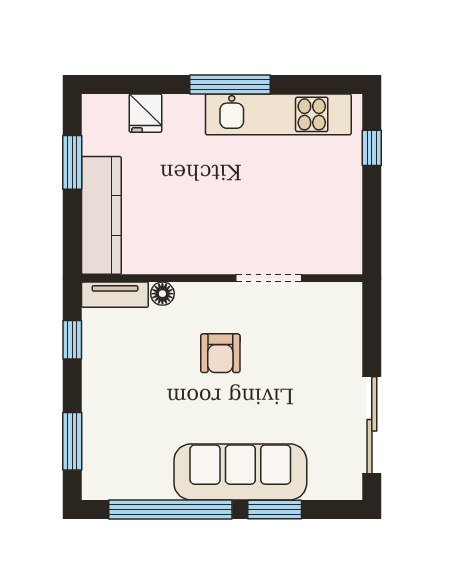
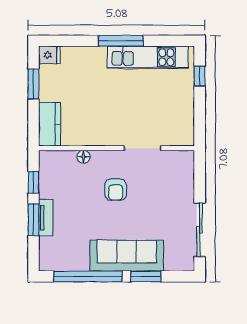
fridge: (145, 113) -> (49, 55), moved, turned -90
kitchen counter: (101, 215) -> (50, 124), width x0.67
tv unit: (115, 295) -> (46, 218), moved, turned -90
window: (72, 441) -> (33, 220), moved

